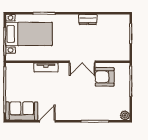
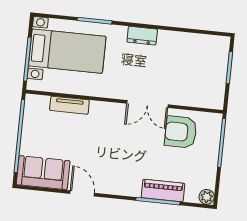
dresser: (88, 19) -> (142, 36), moved
tv unit: (46, 67) -> (69, 105), moved
piano: (97, 114) -> (163, 190), added
door: (47, 121) -> (82, 193), hinge flipped

